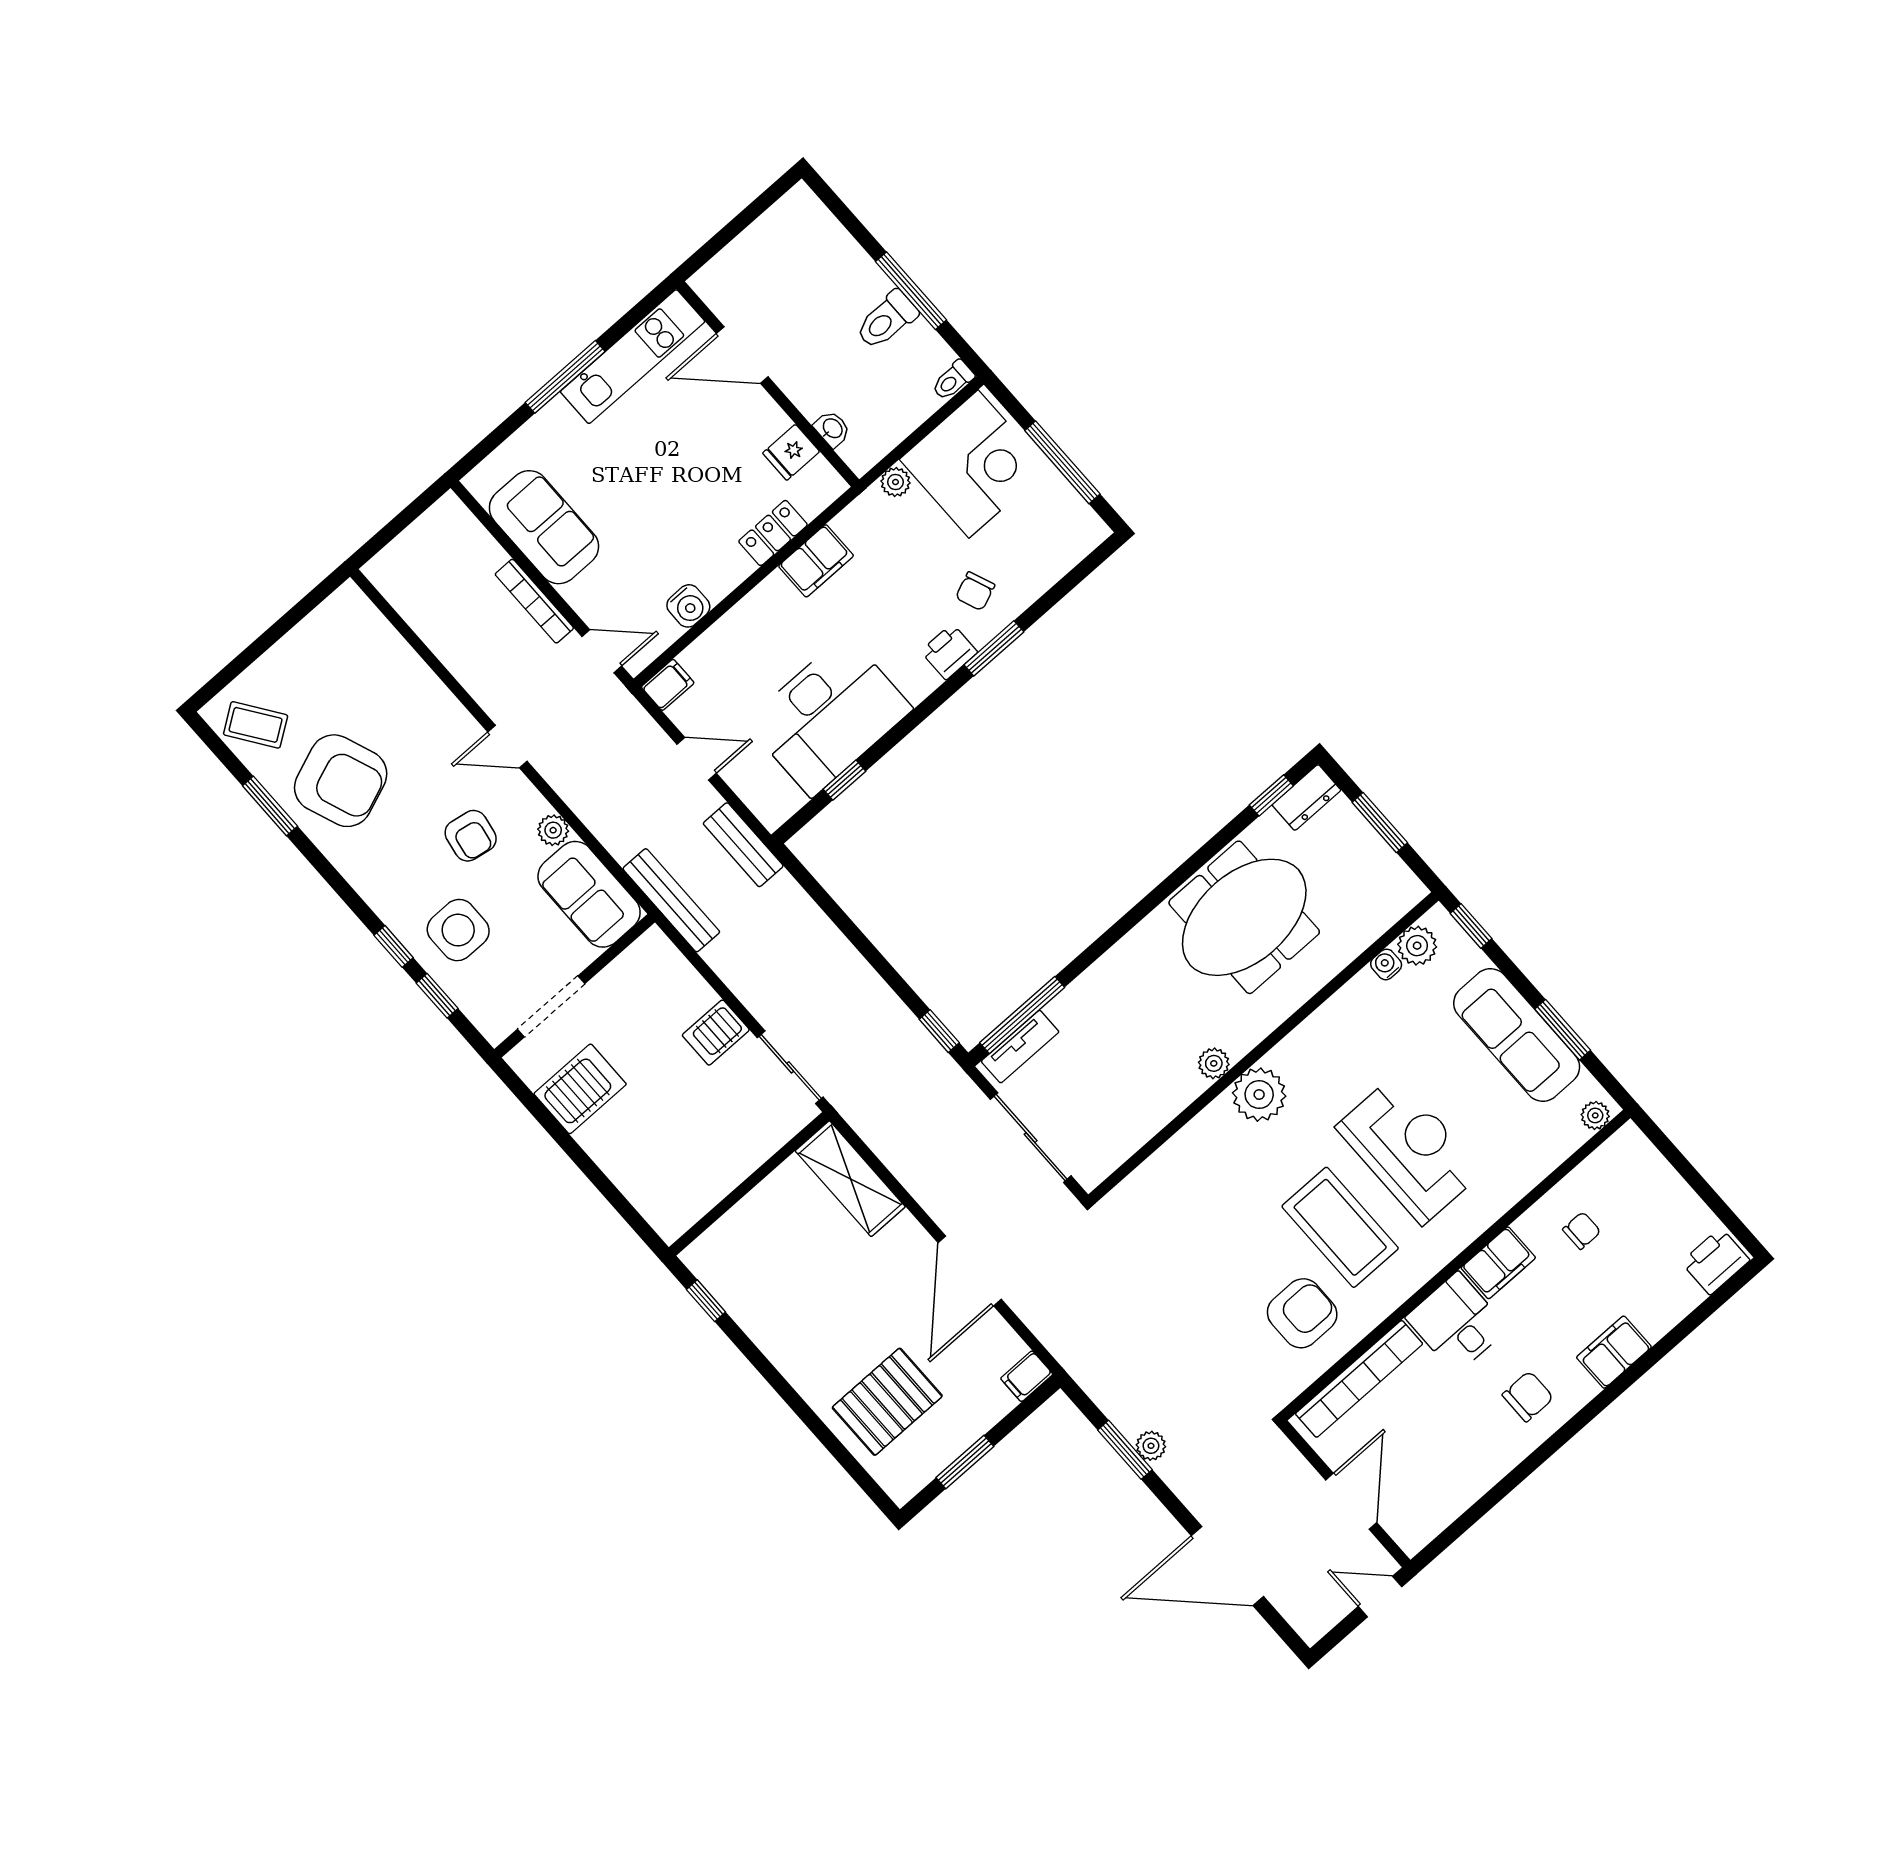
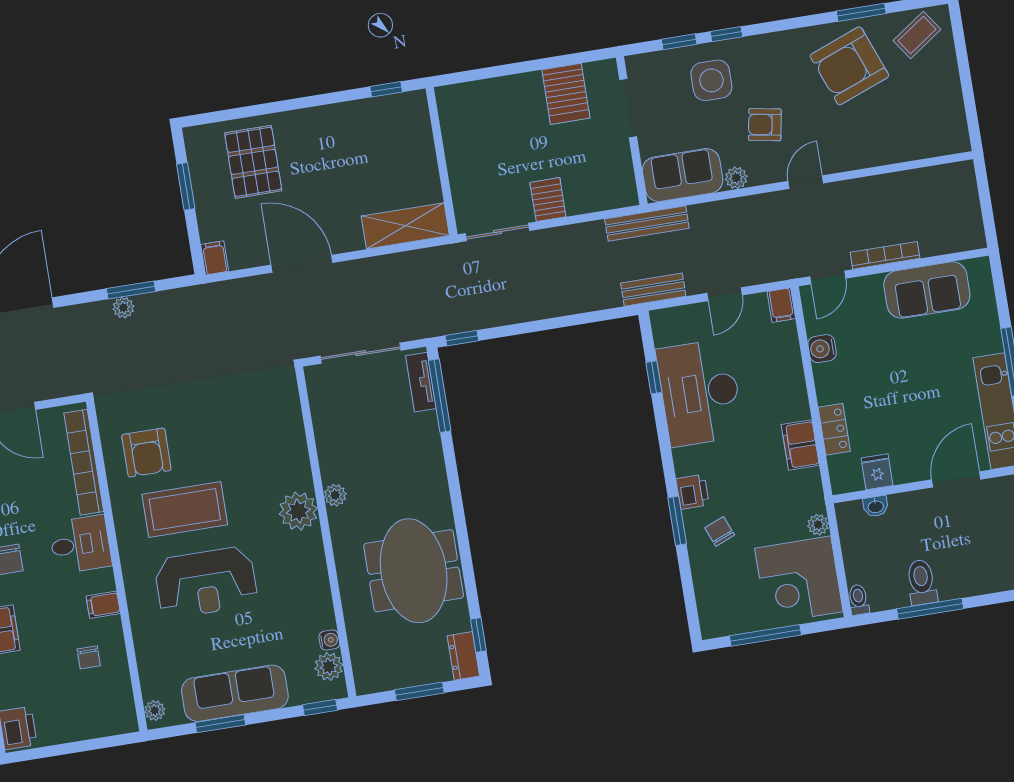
filing cabinet: (1498, 1263) -> (103, 605), width x0.50

